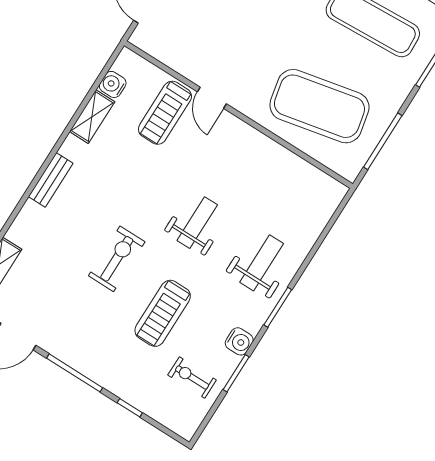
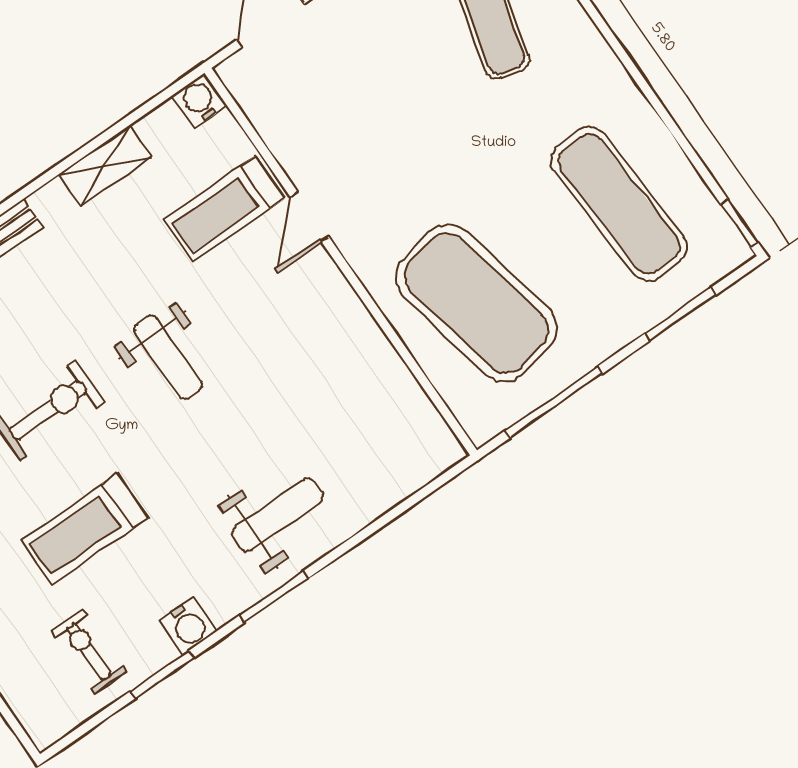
water cooler: (113, 84) -> (199, 101), moved
weight bench: (197, 223) -> (168, 357), moved, turned 90

